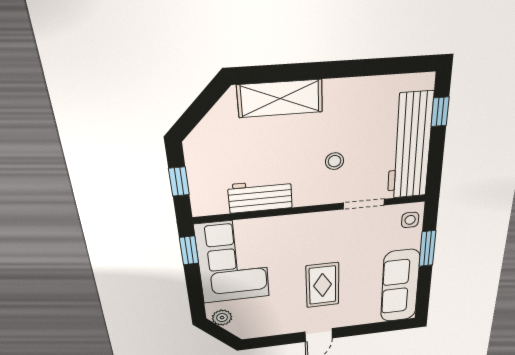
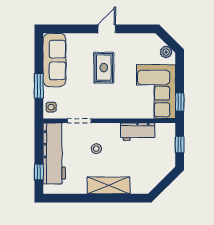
shelving: (280, 98) -> (109, 185), moved

